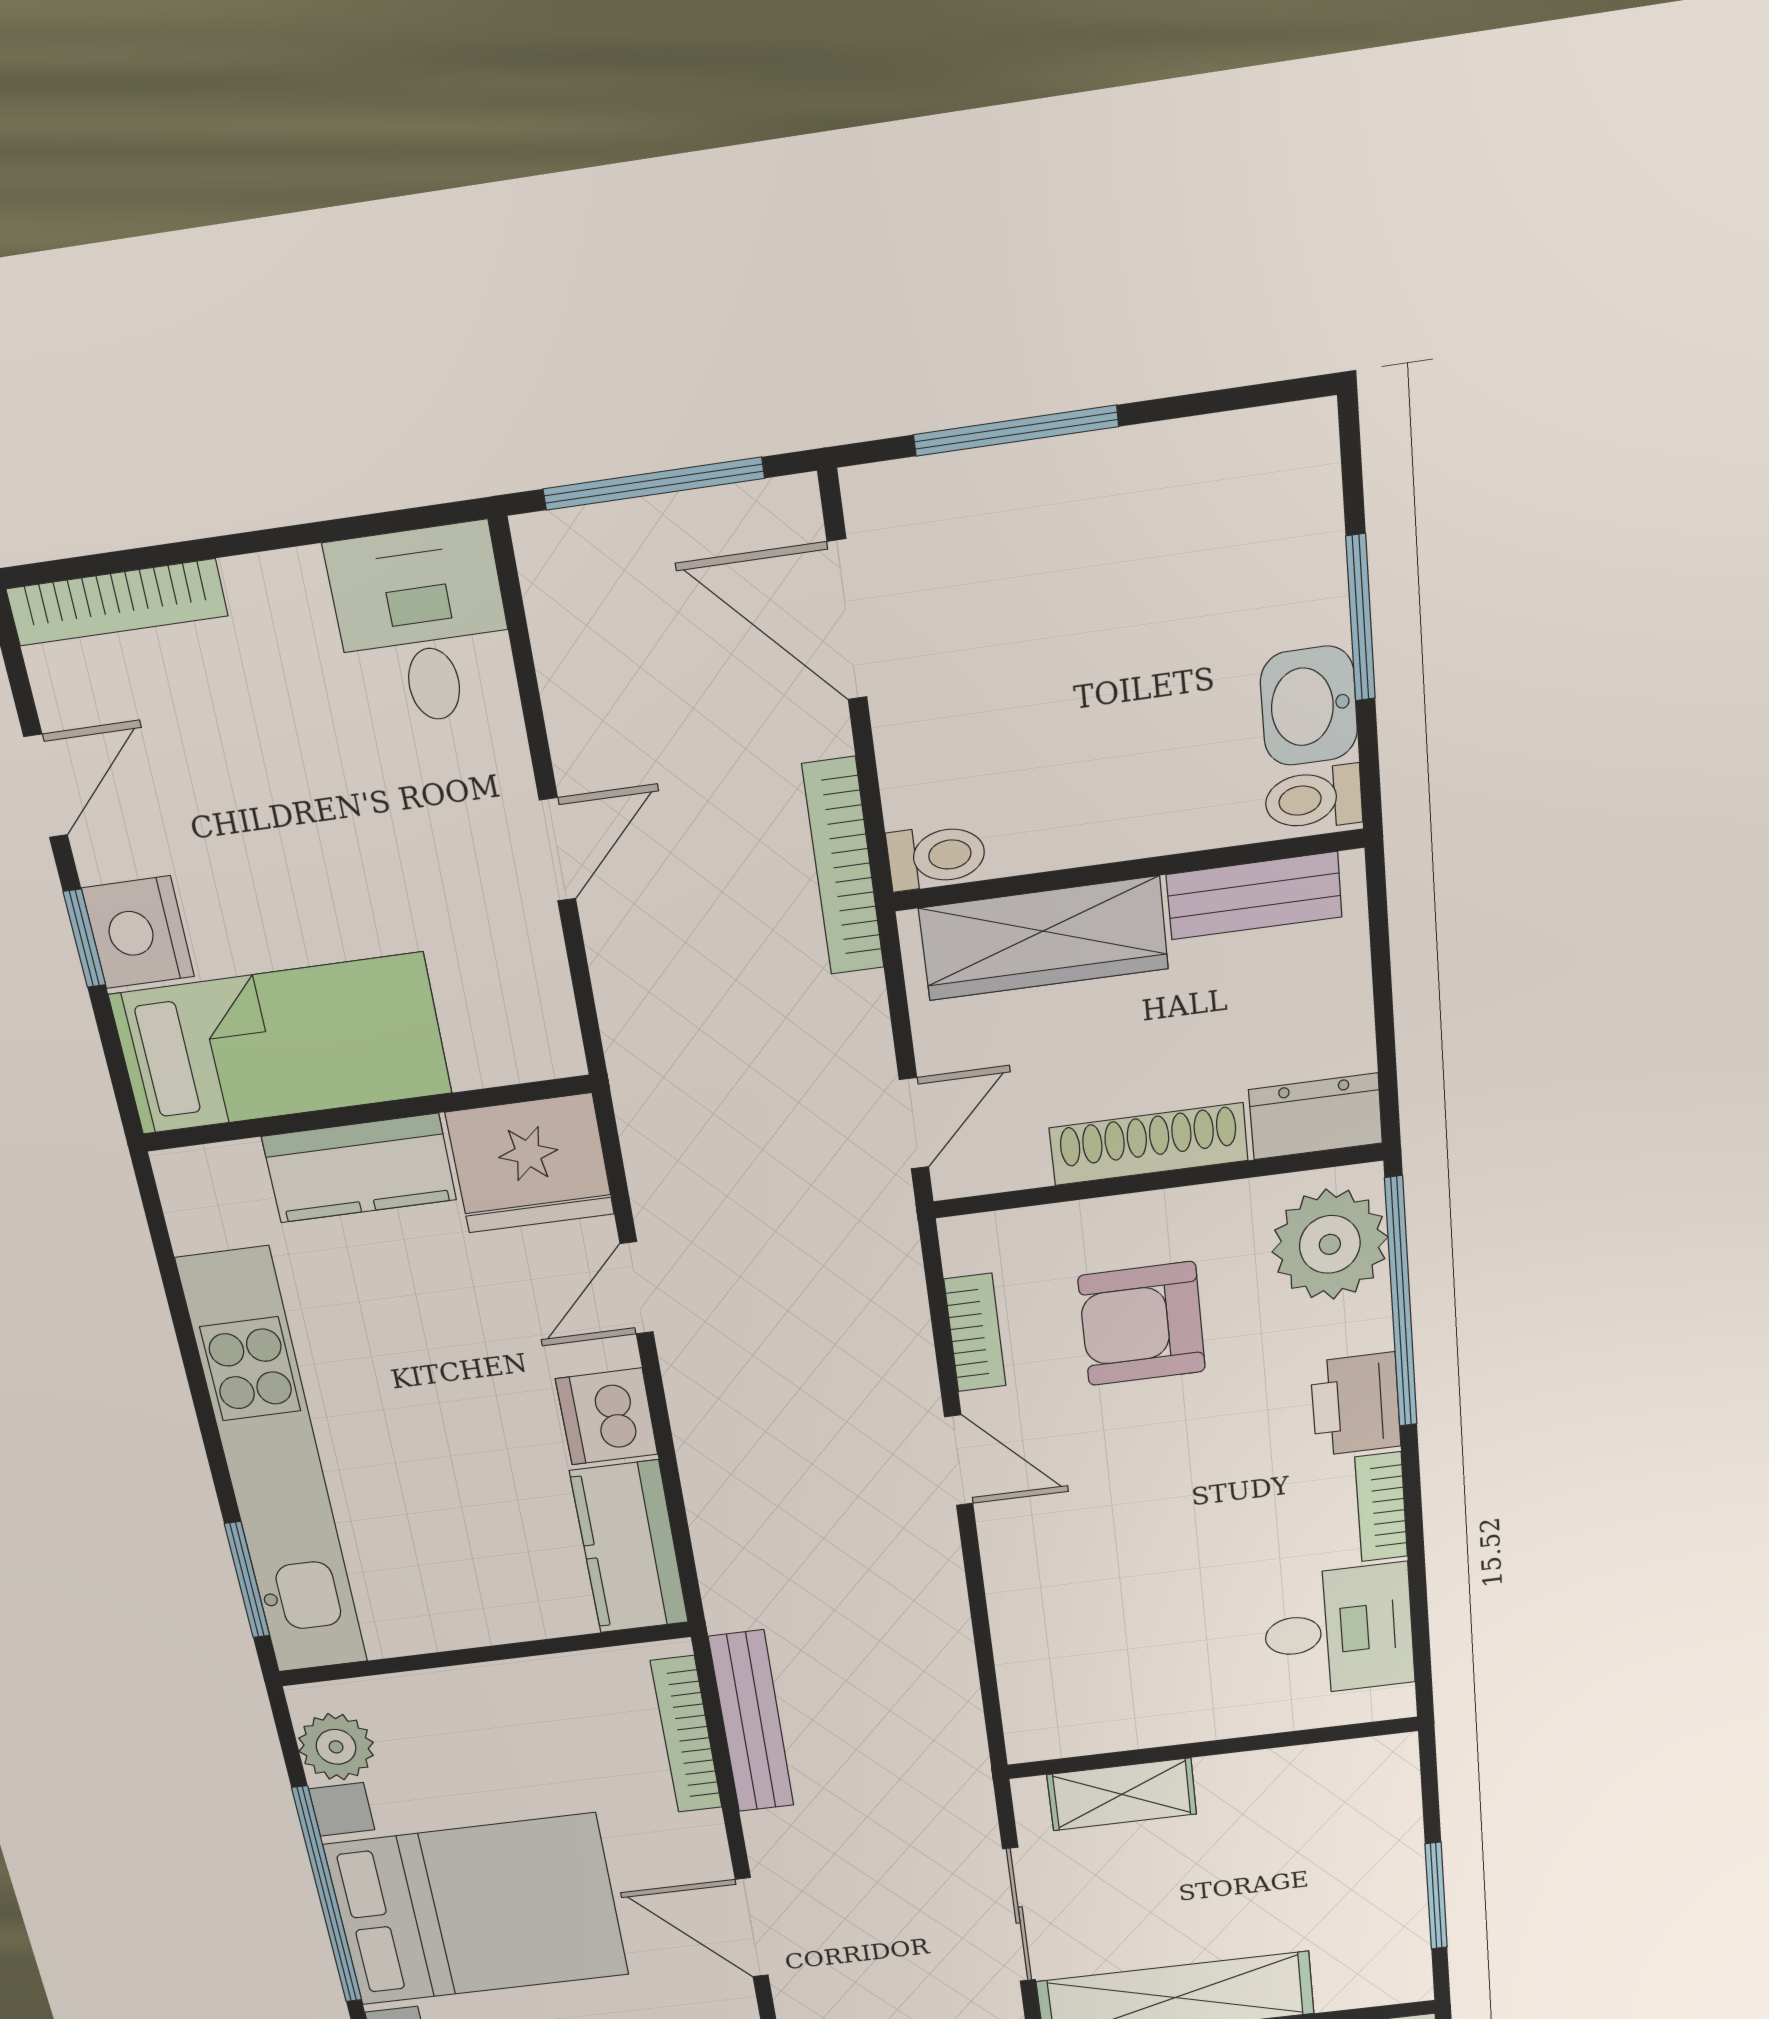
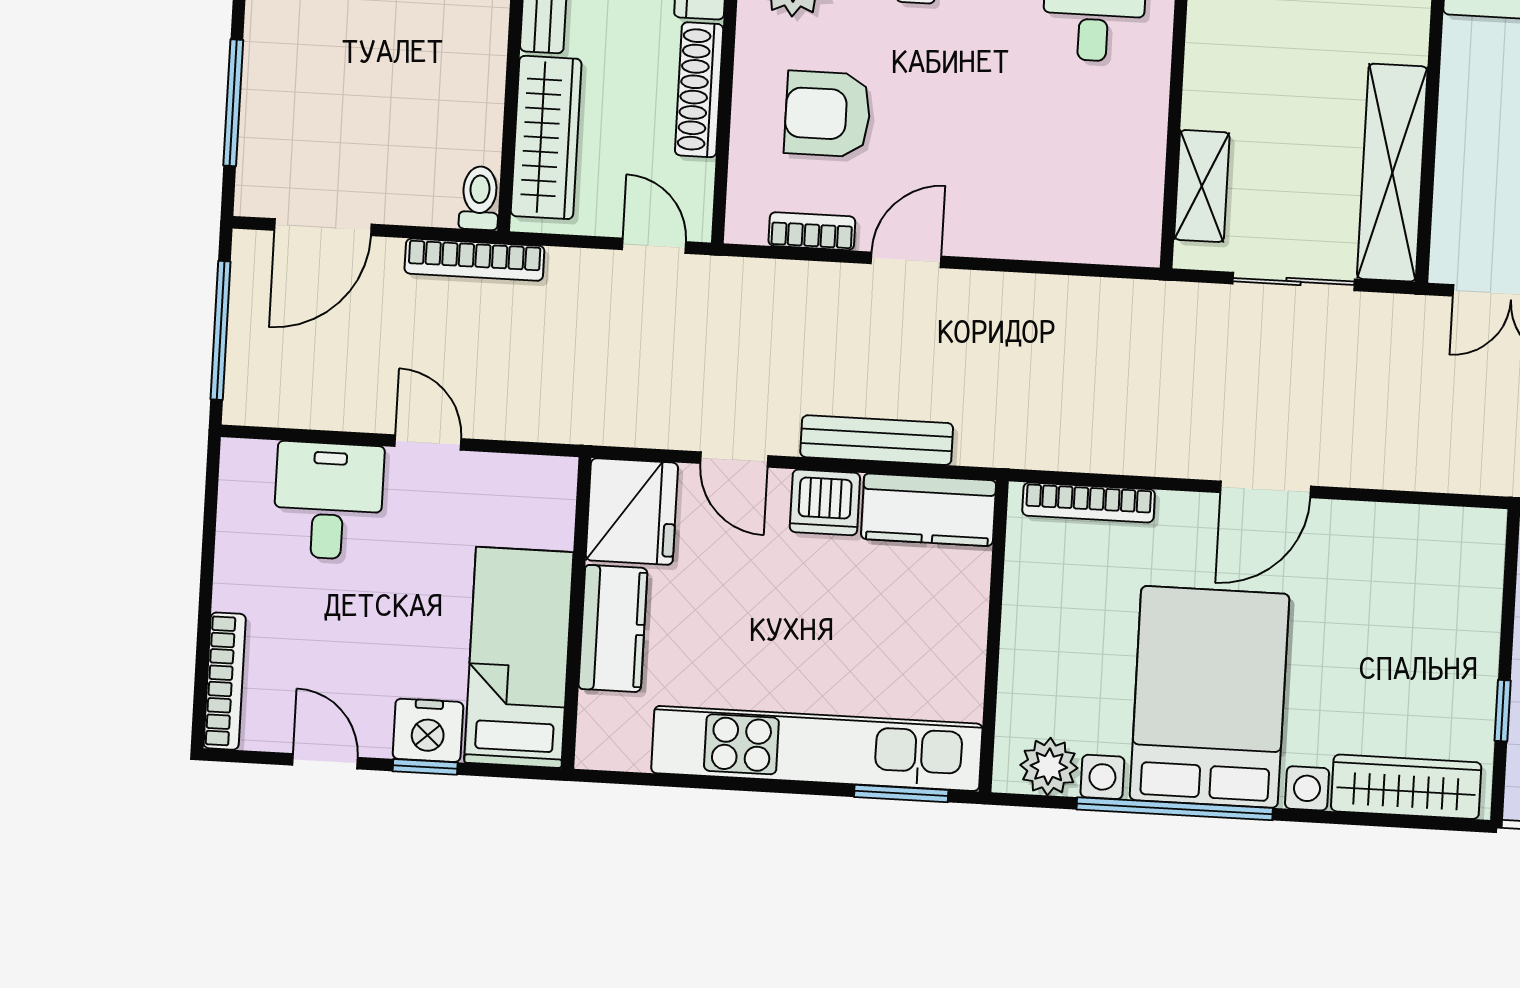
desk: (423, 626) -> (328, 501), moved, turned 90
armchair: (1142, 1324) -> (828, 114), turned 90
bench: (751, 1722) -> (877, 440), moved

